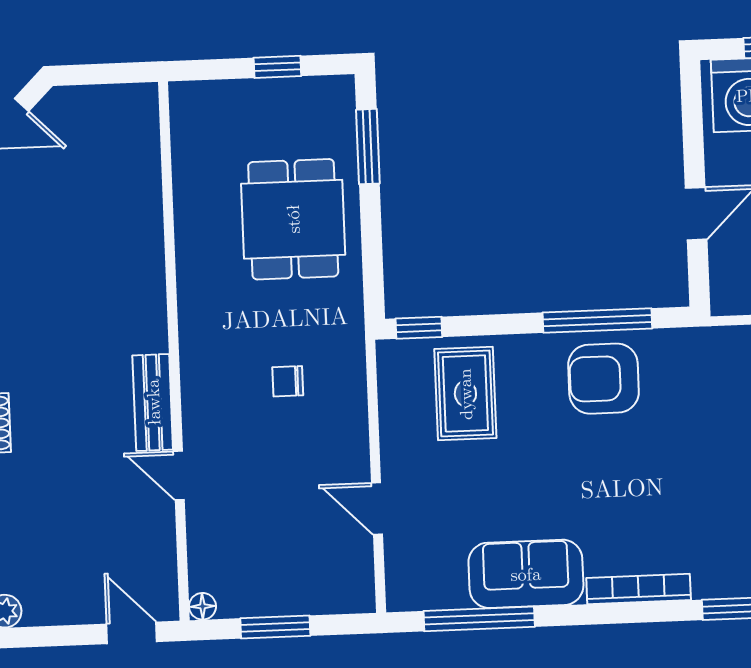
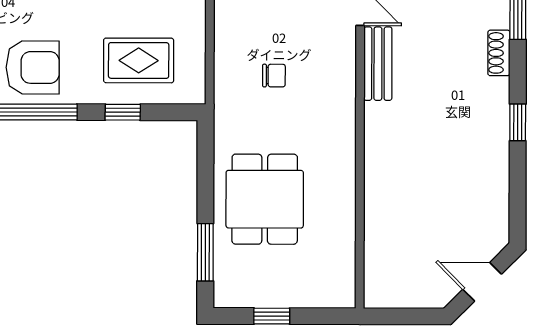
window: (419, 328) -> (123, 112), moved
rug: (465, 394) -> (139, 60), turned 90

